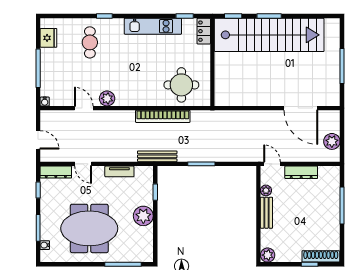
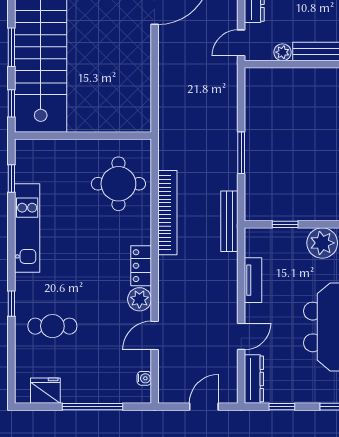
locker: (204, 31) -> (141, 266), moved, turned 90
water cooler: (45, 102) -> (144, 378), moved

